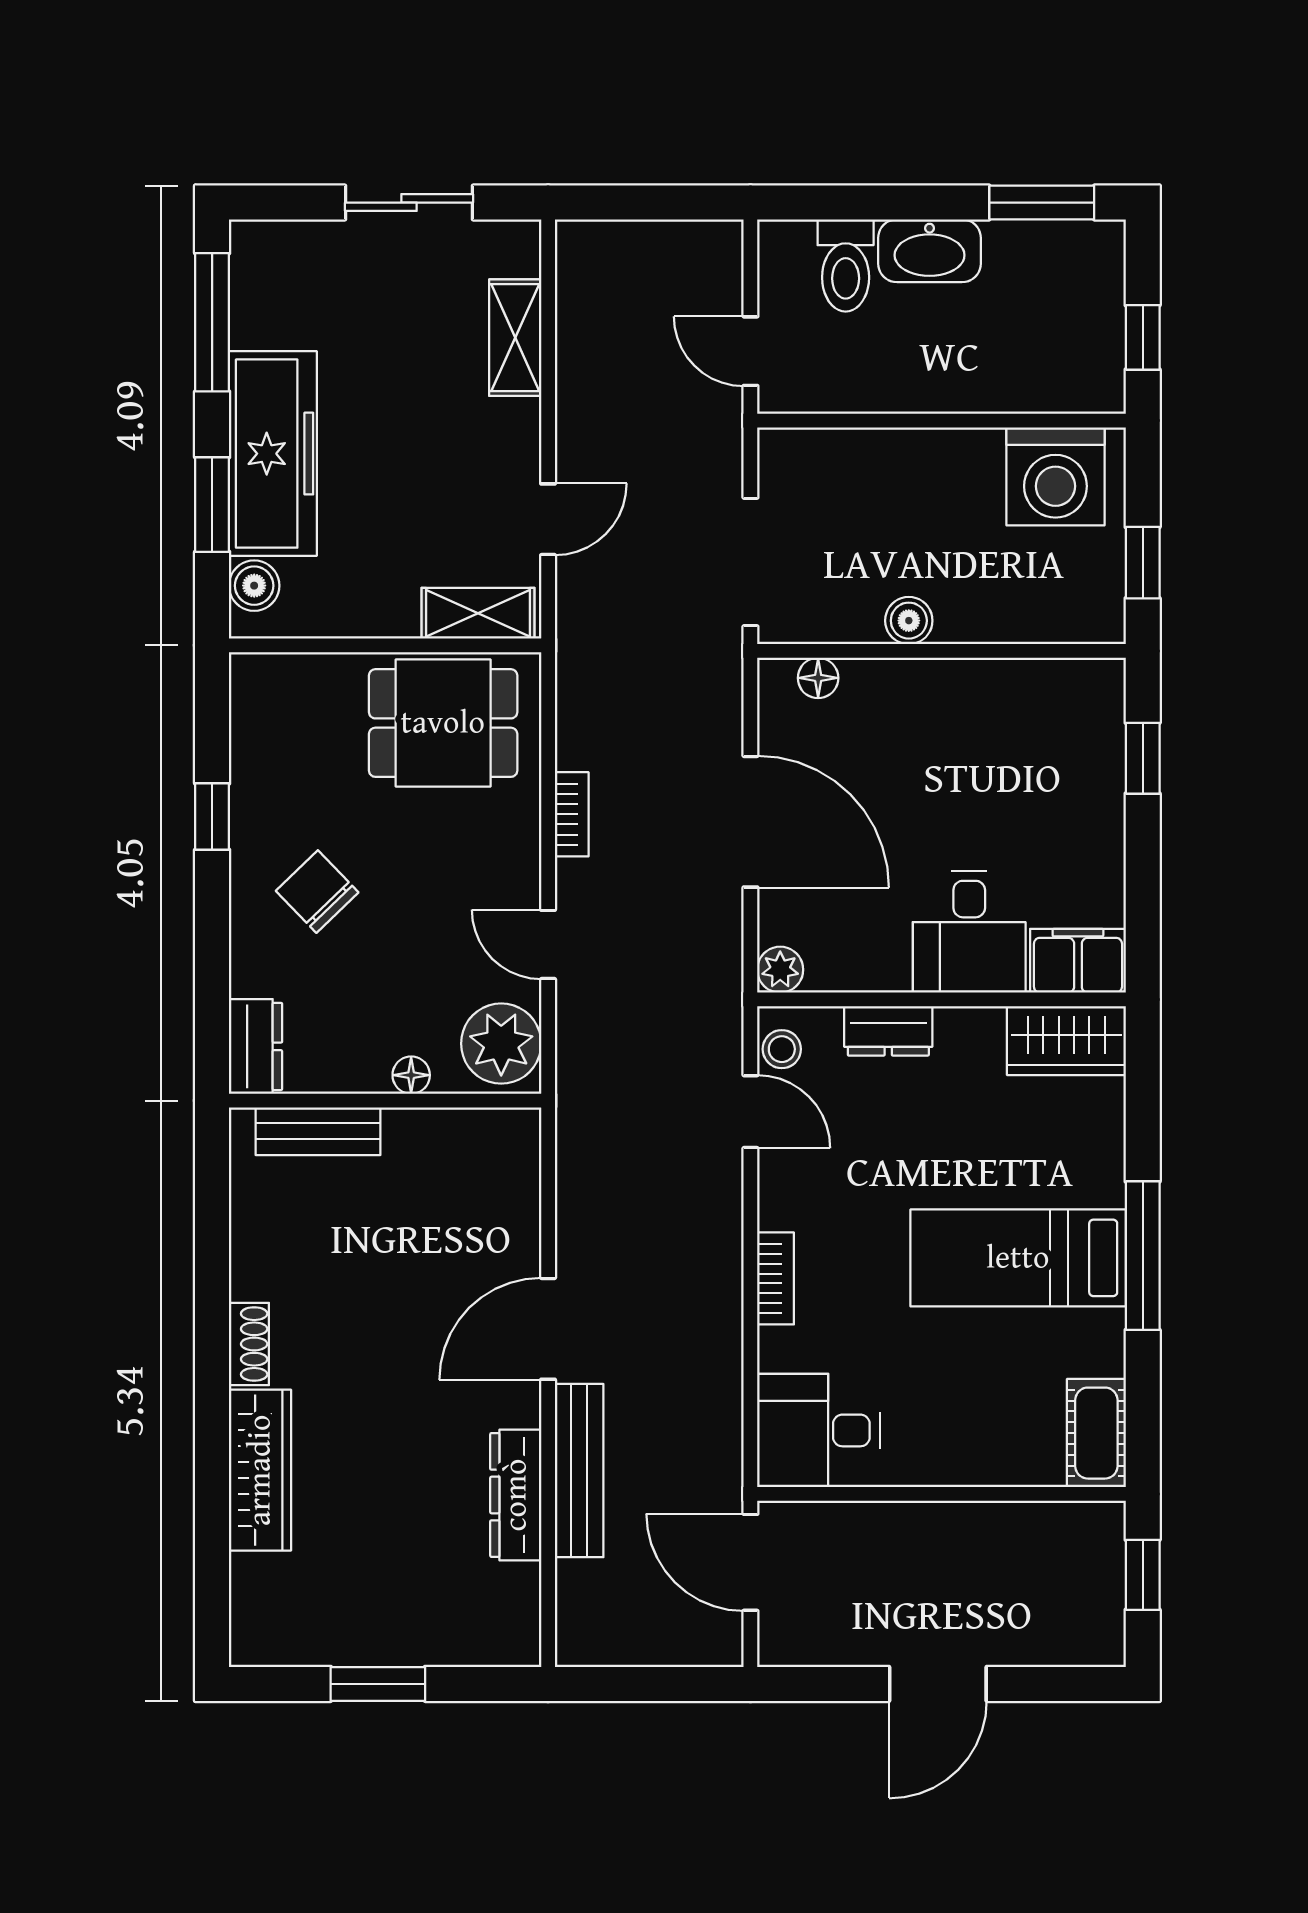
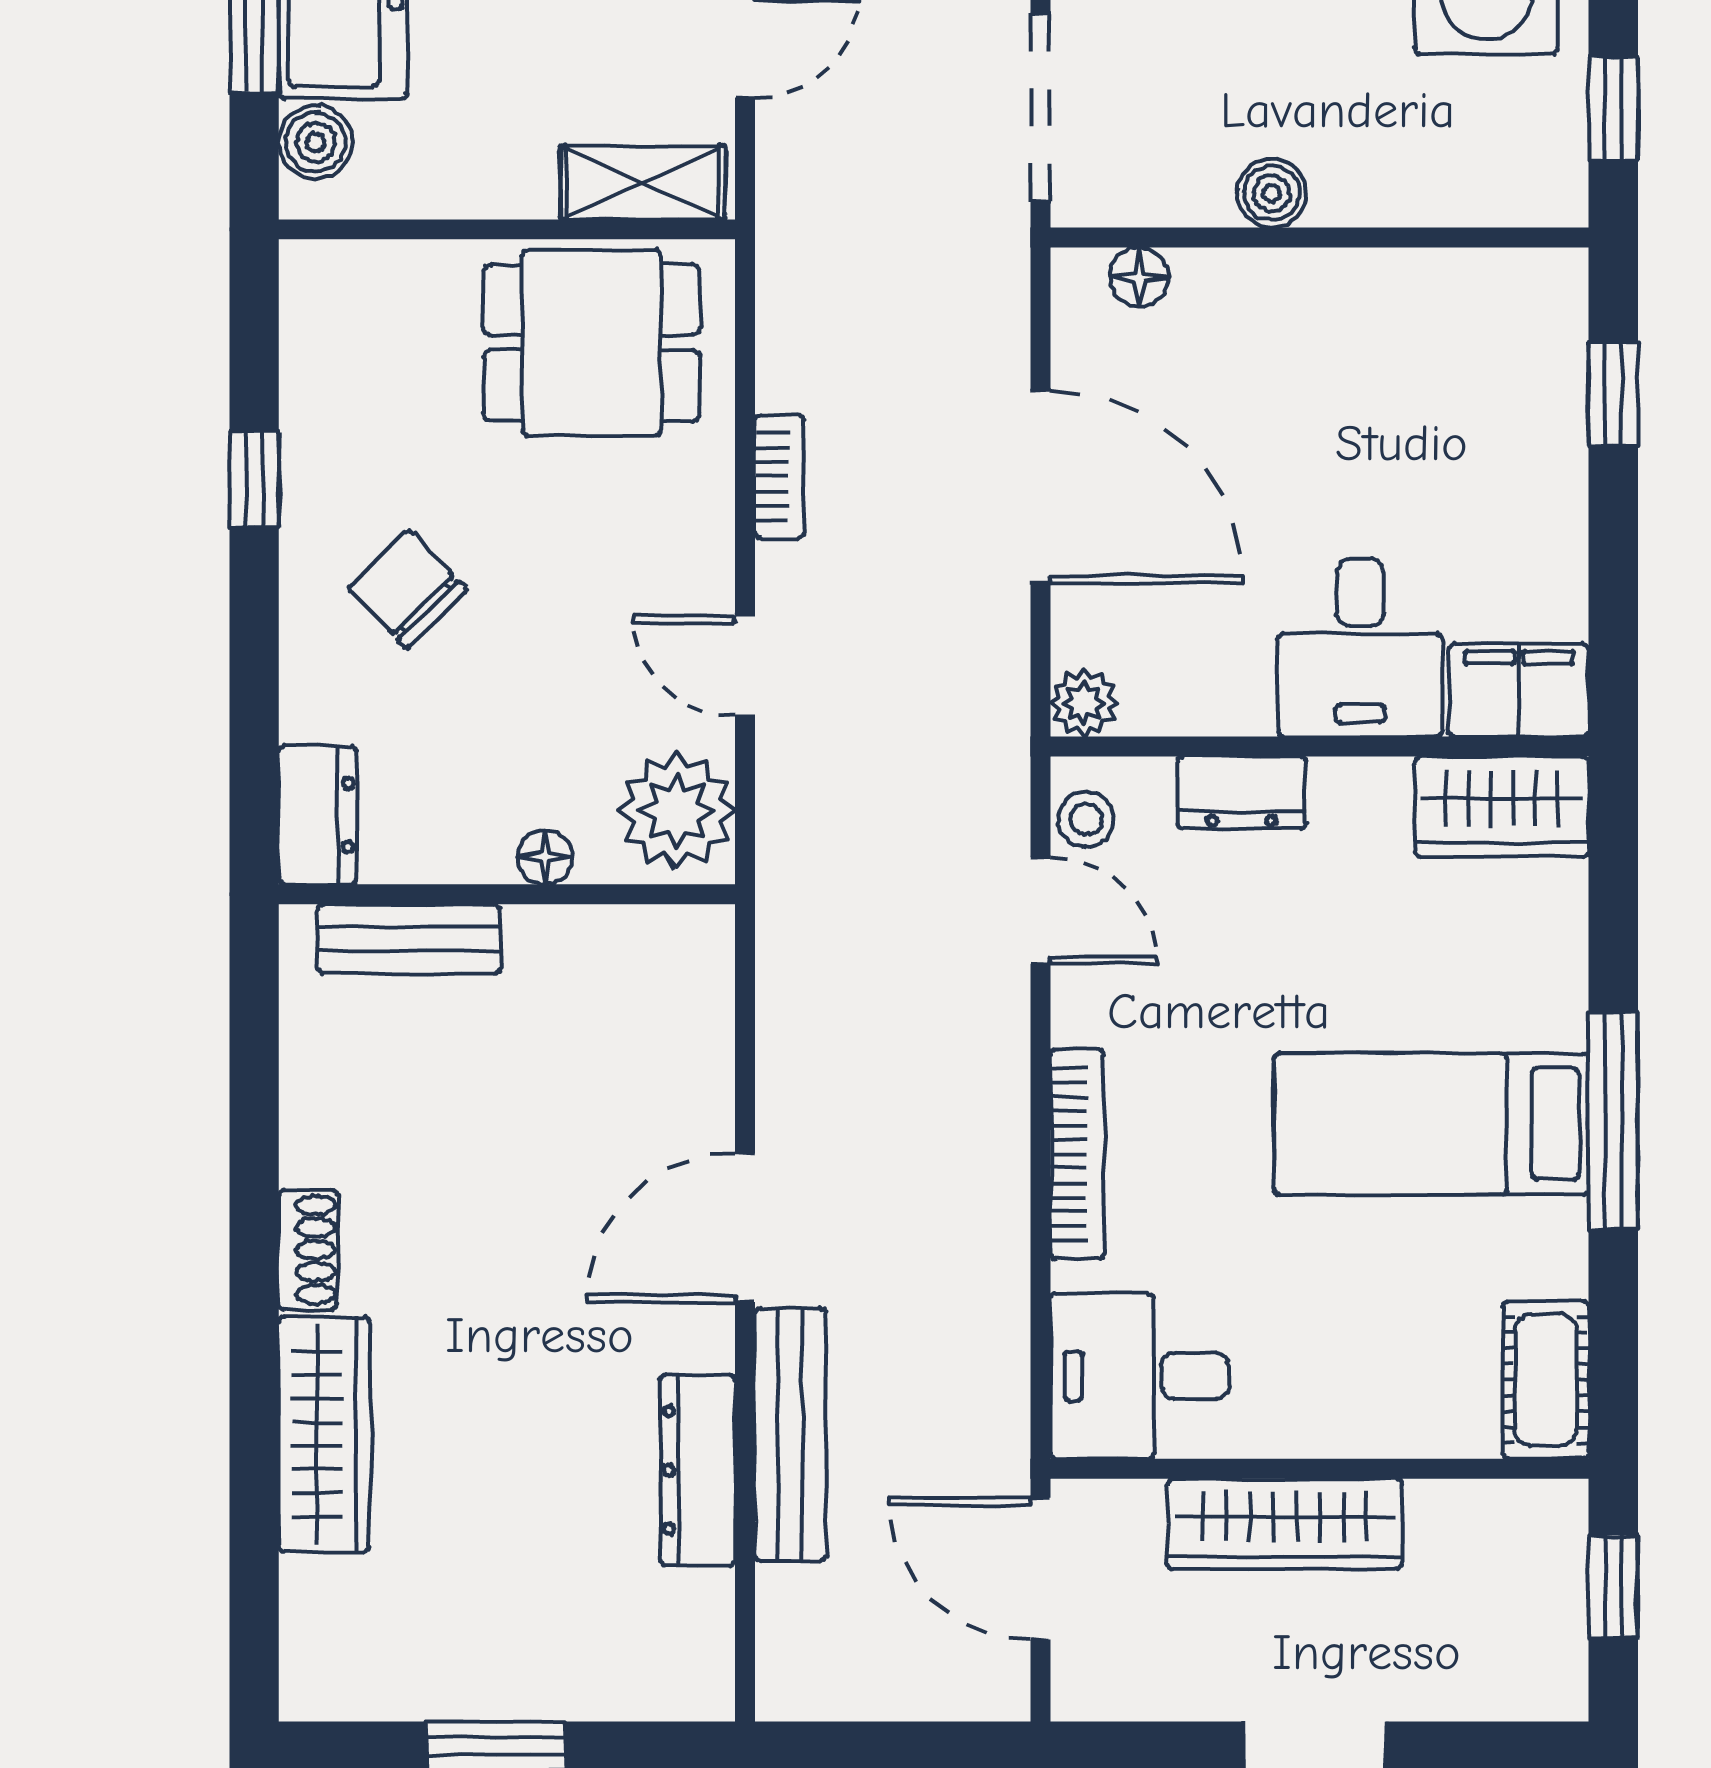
bookcase: (776, 1278) -> (1077, 1154), width x1.56
wardrobe: (918, 1532) -> (1285, 1524), added

